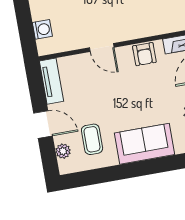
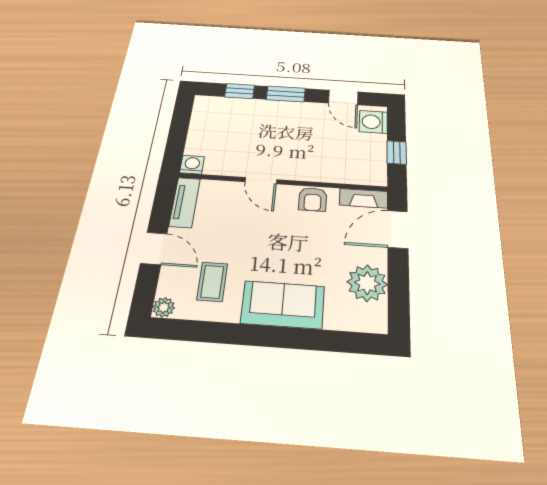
washing machine: (42, 29) -> (192, 165), moved, turned -90
plant: (63, 151) -> (164, 307), moved

